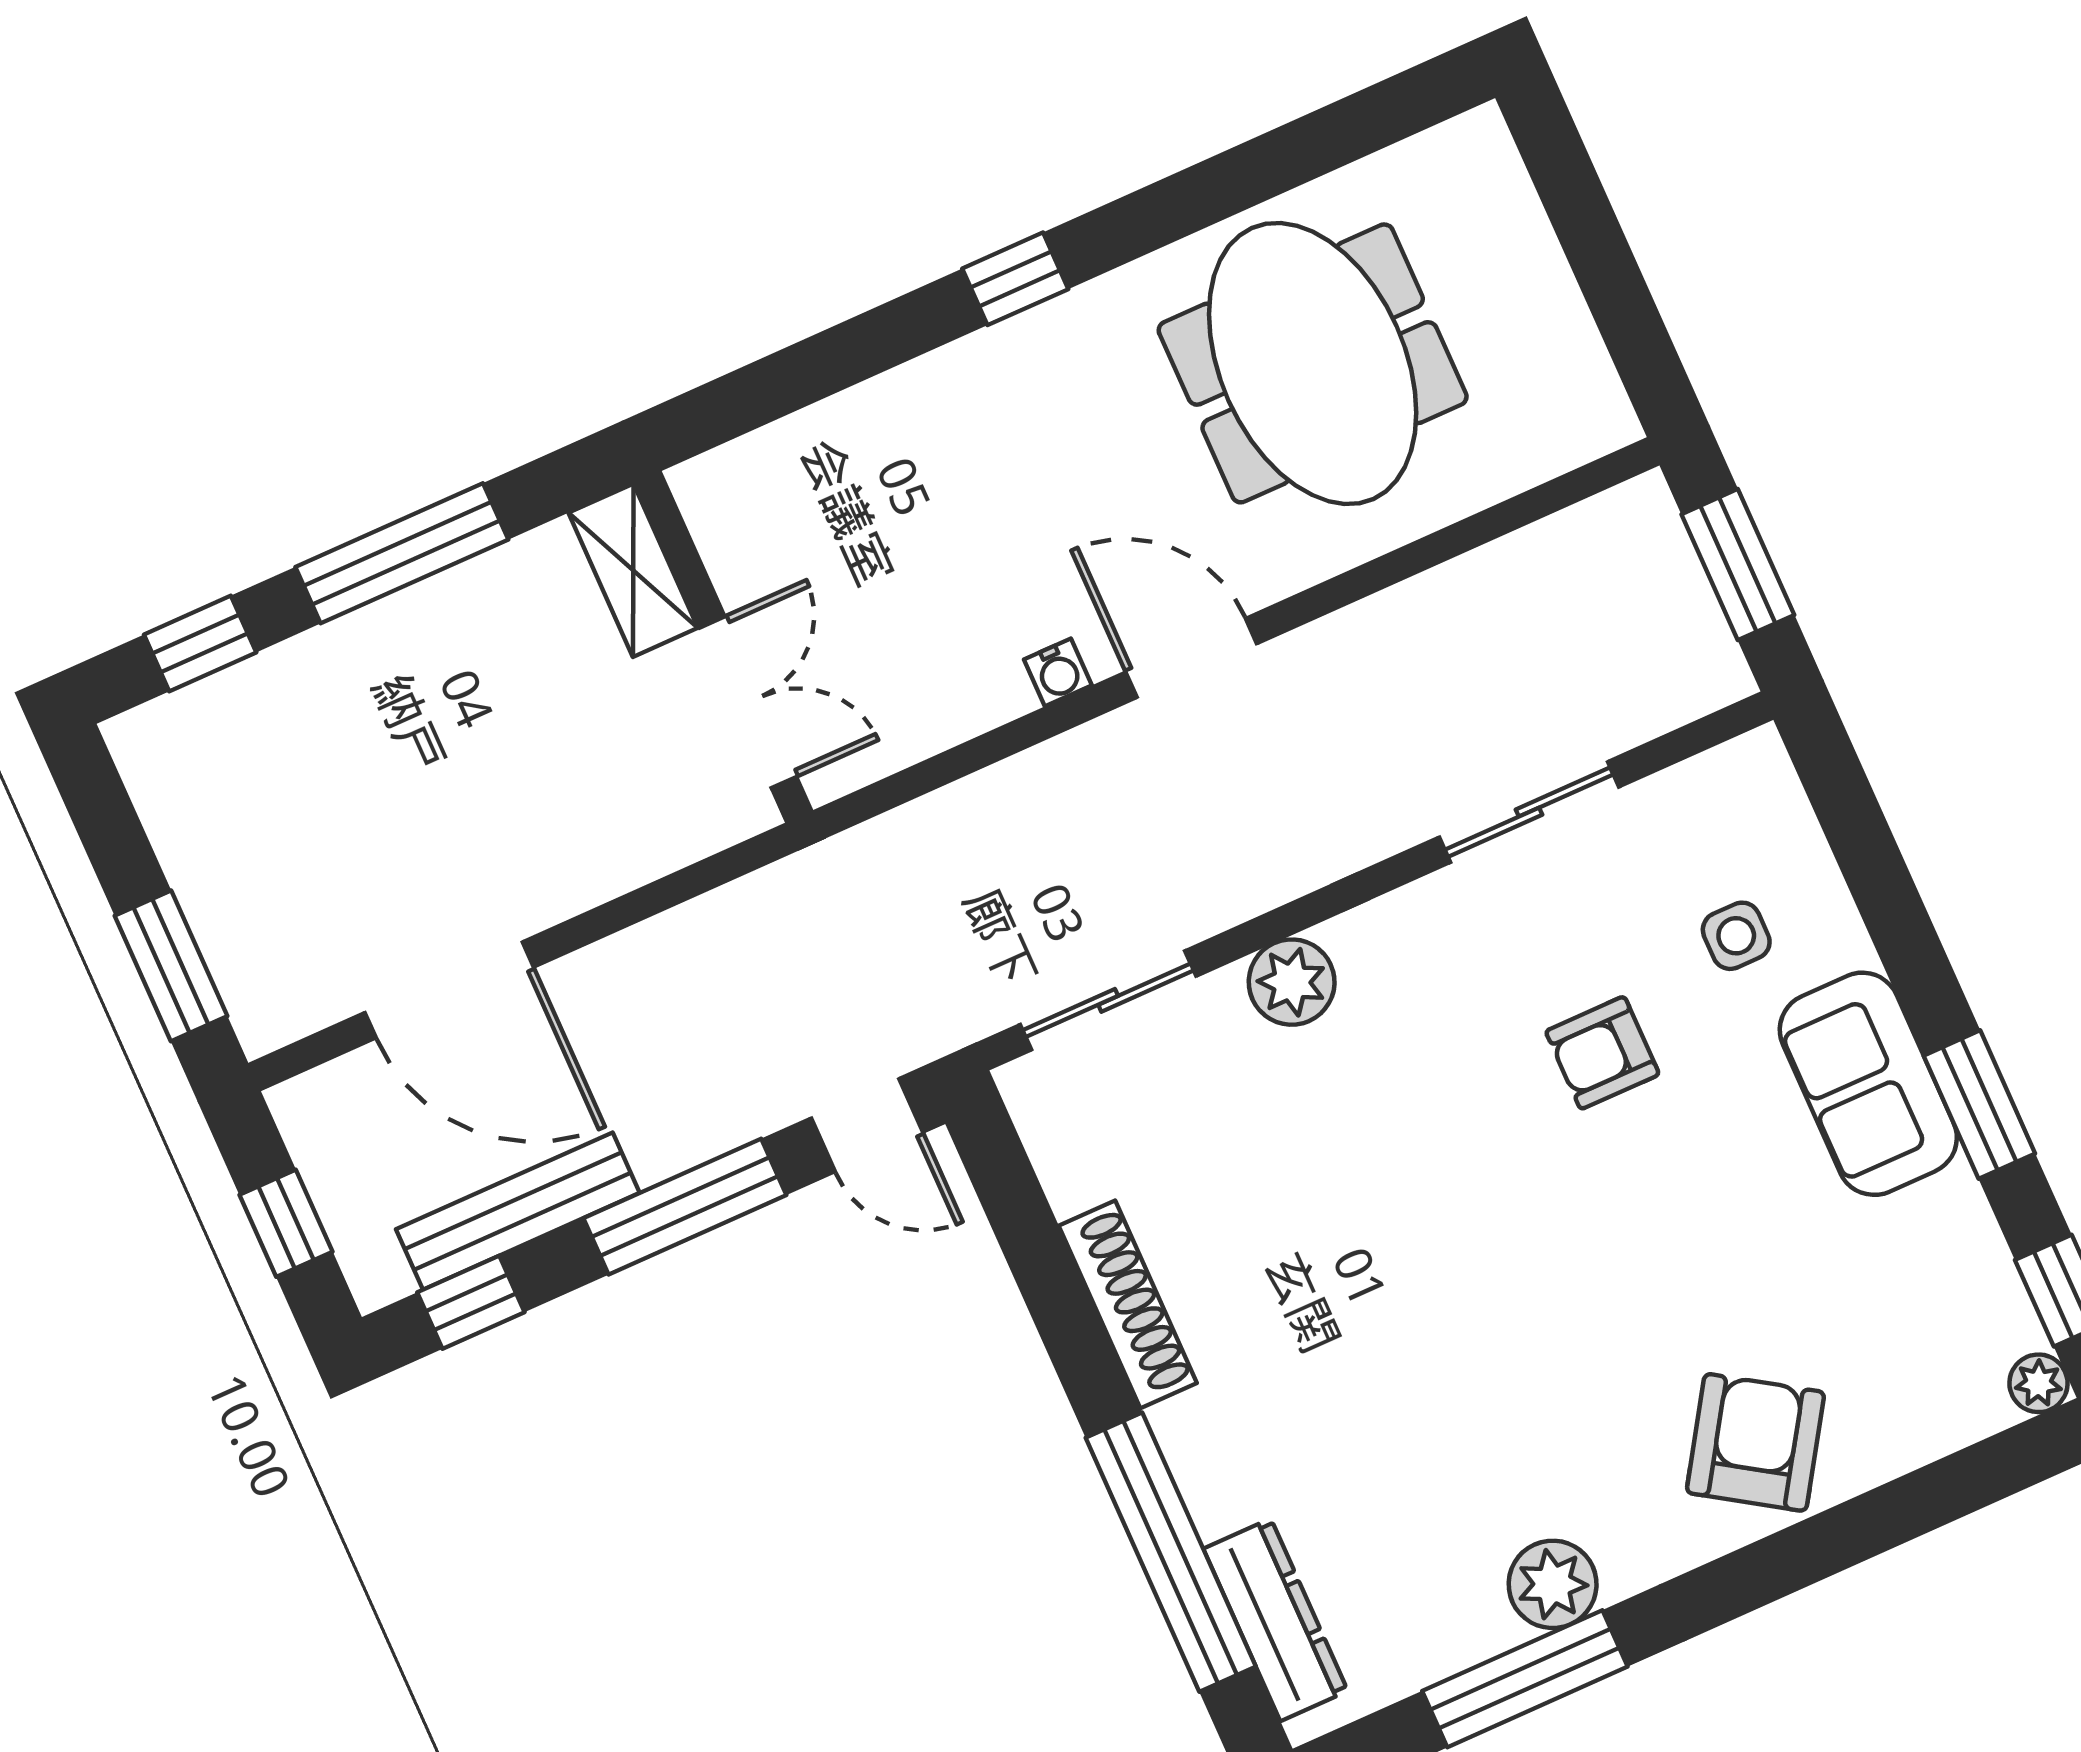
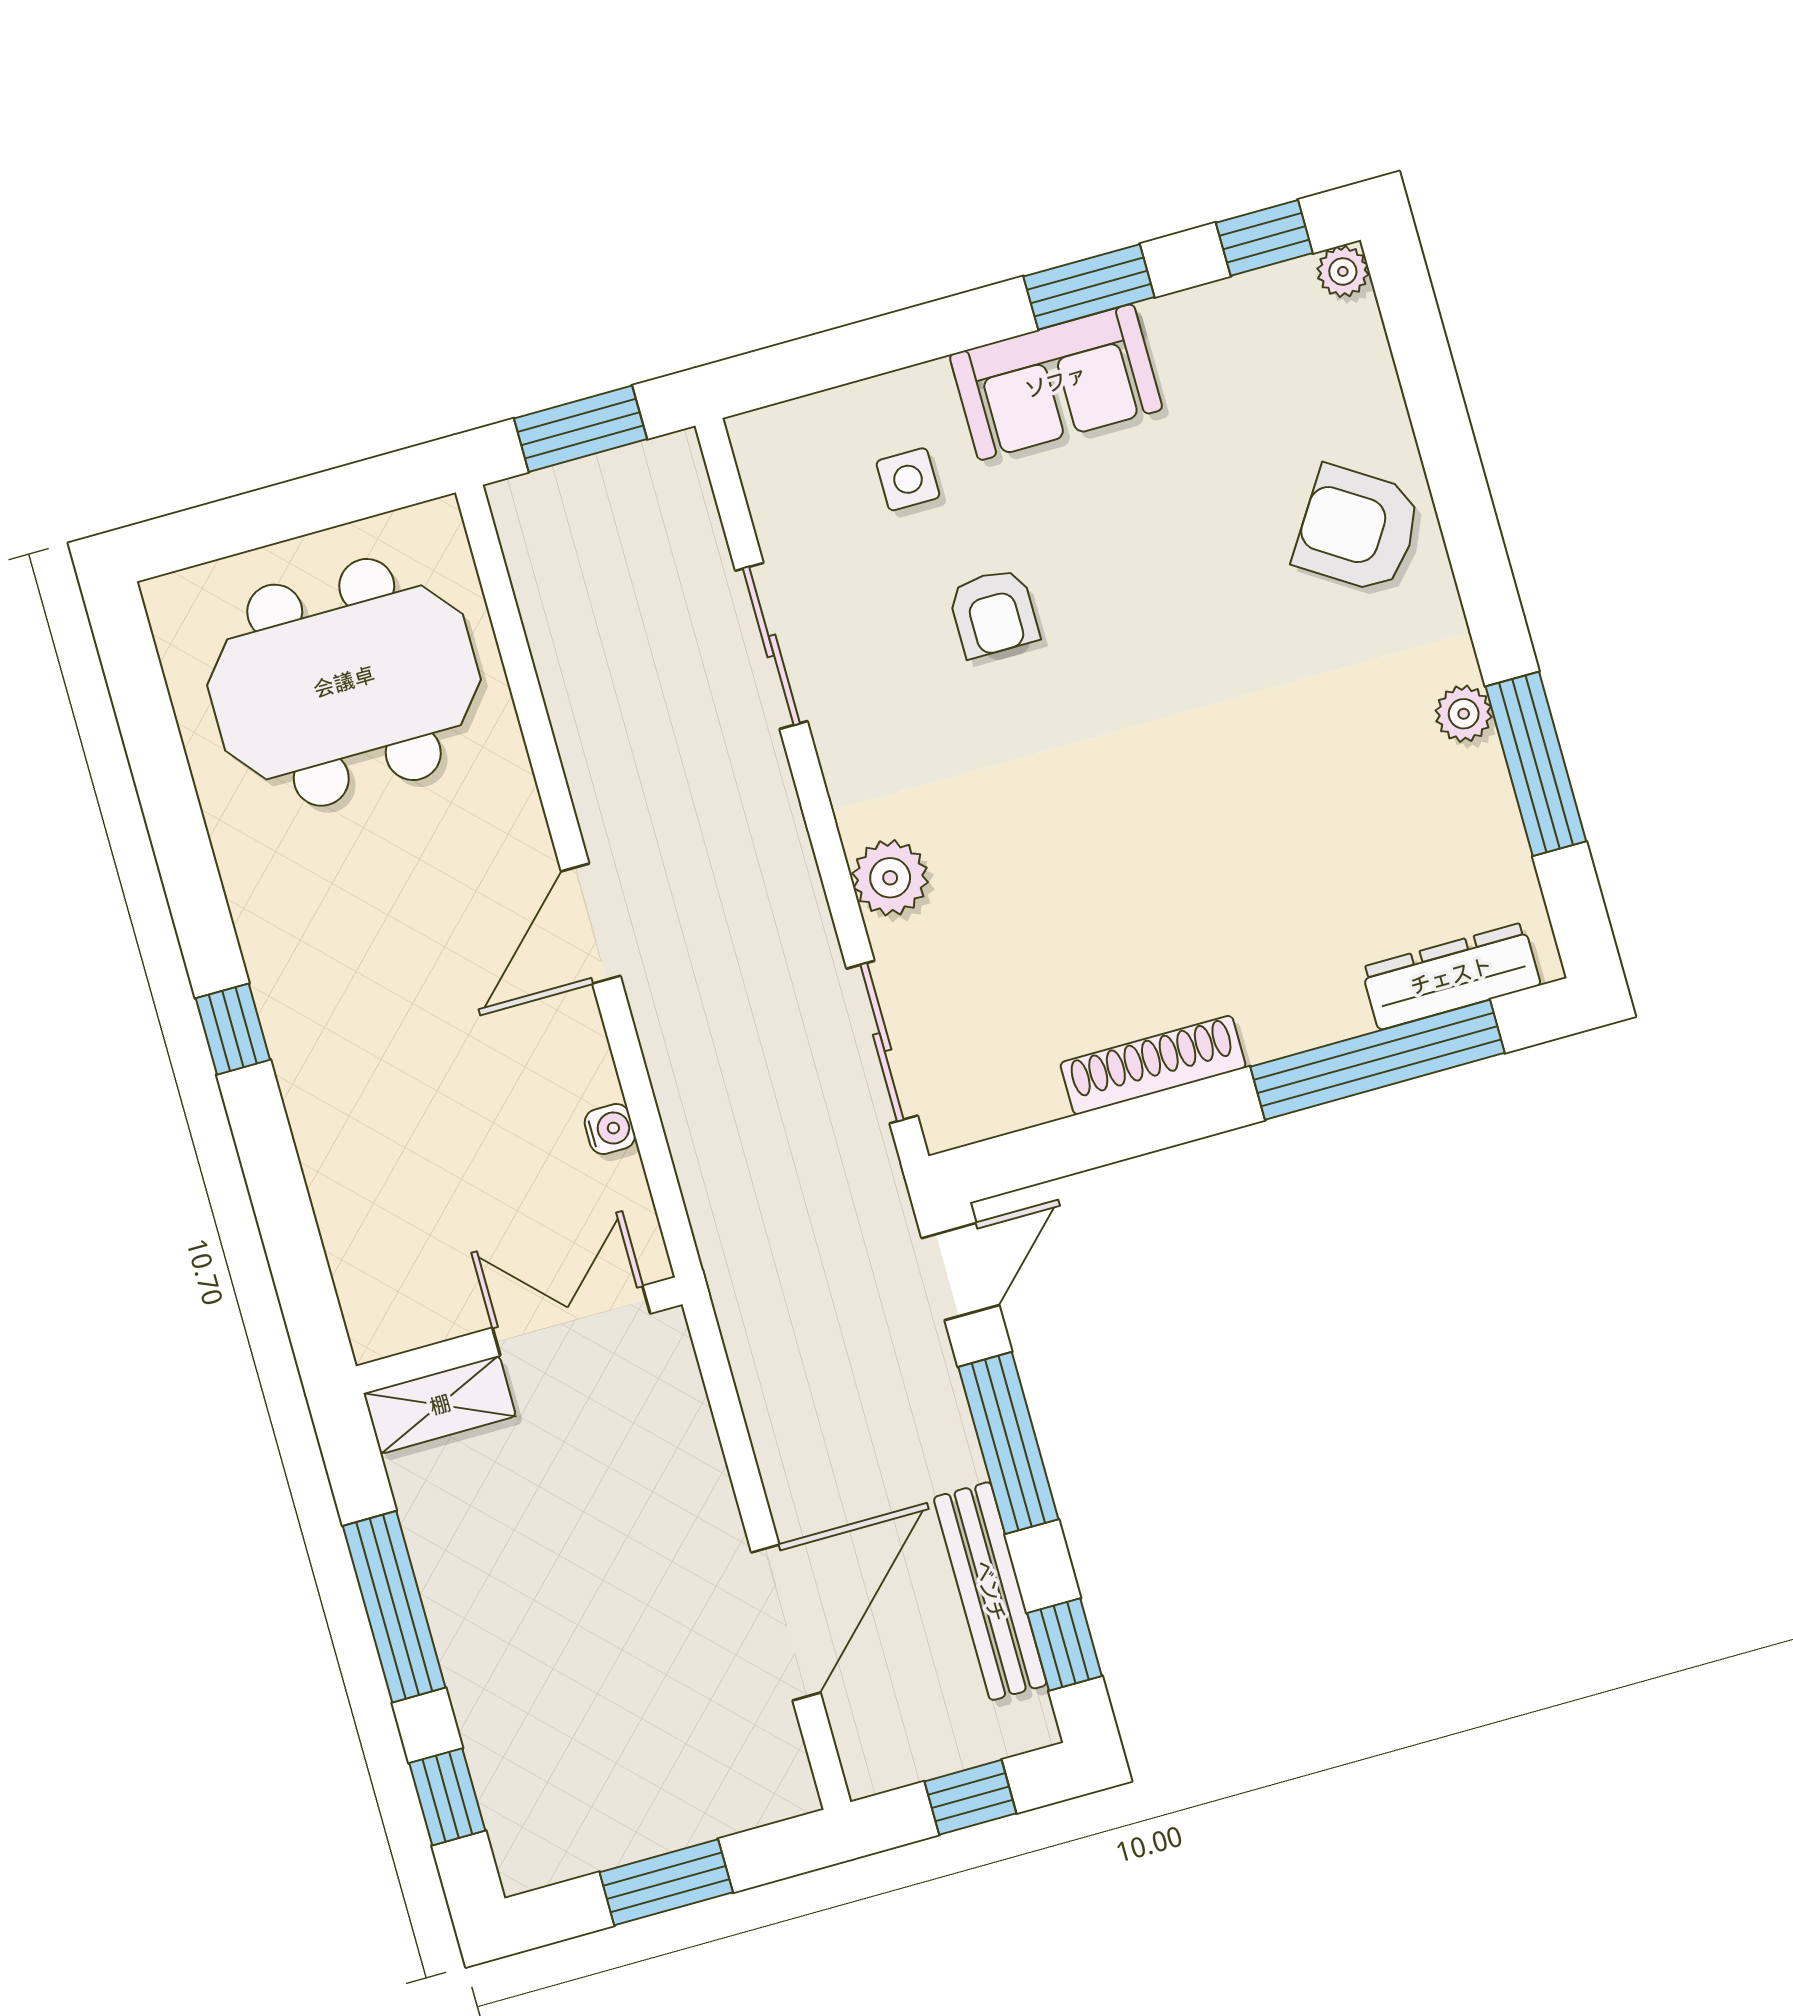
meeting table: (1313, 363) -> (344, 682), moved
water cooler: (1058, 672) -> (610, 1129), moved
window: (171, 966) -> (666, 1882), moved
plant: (1553, 1584) -> (1464, 714), width x0.73, depth x0.73

